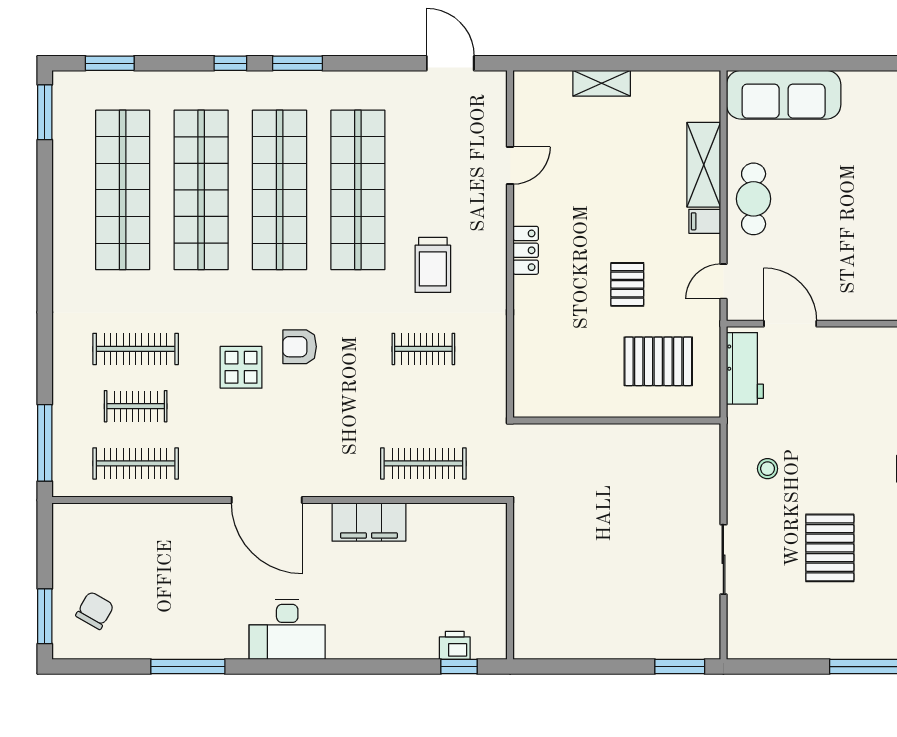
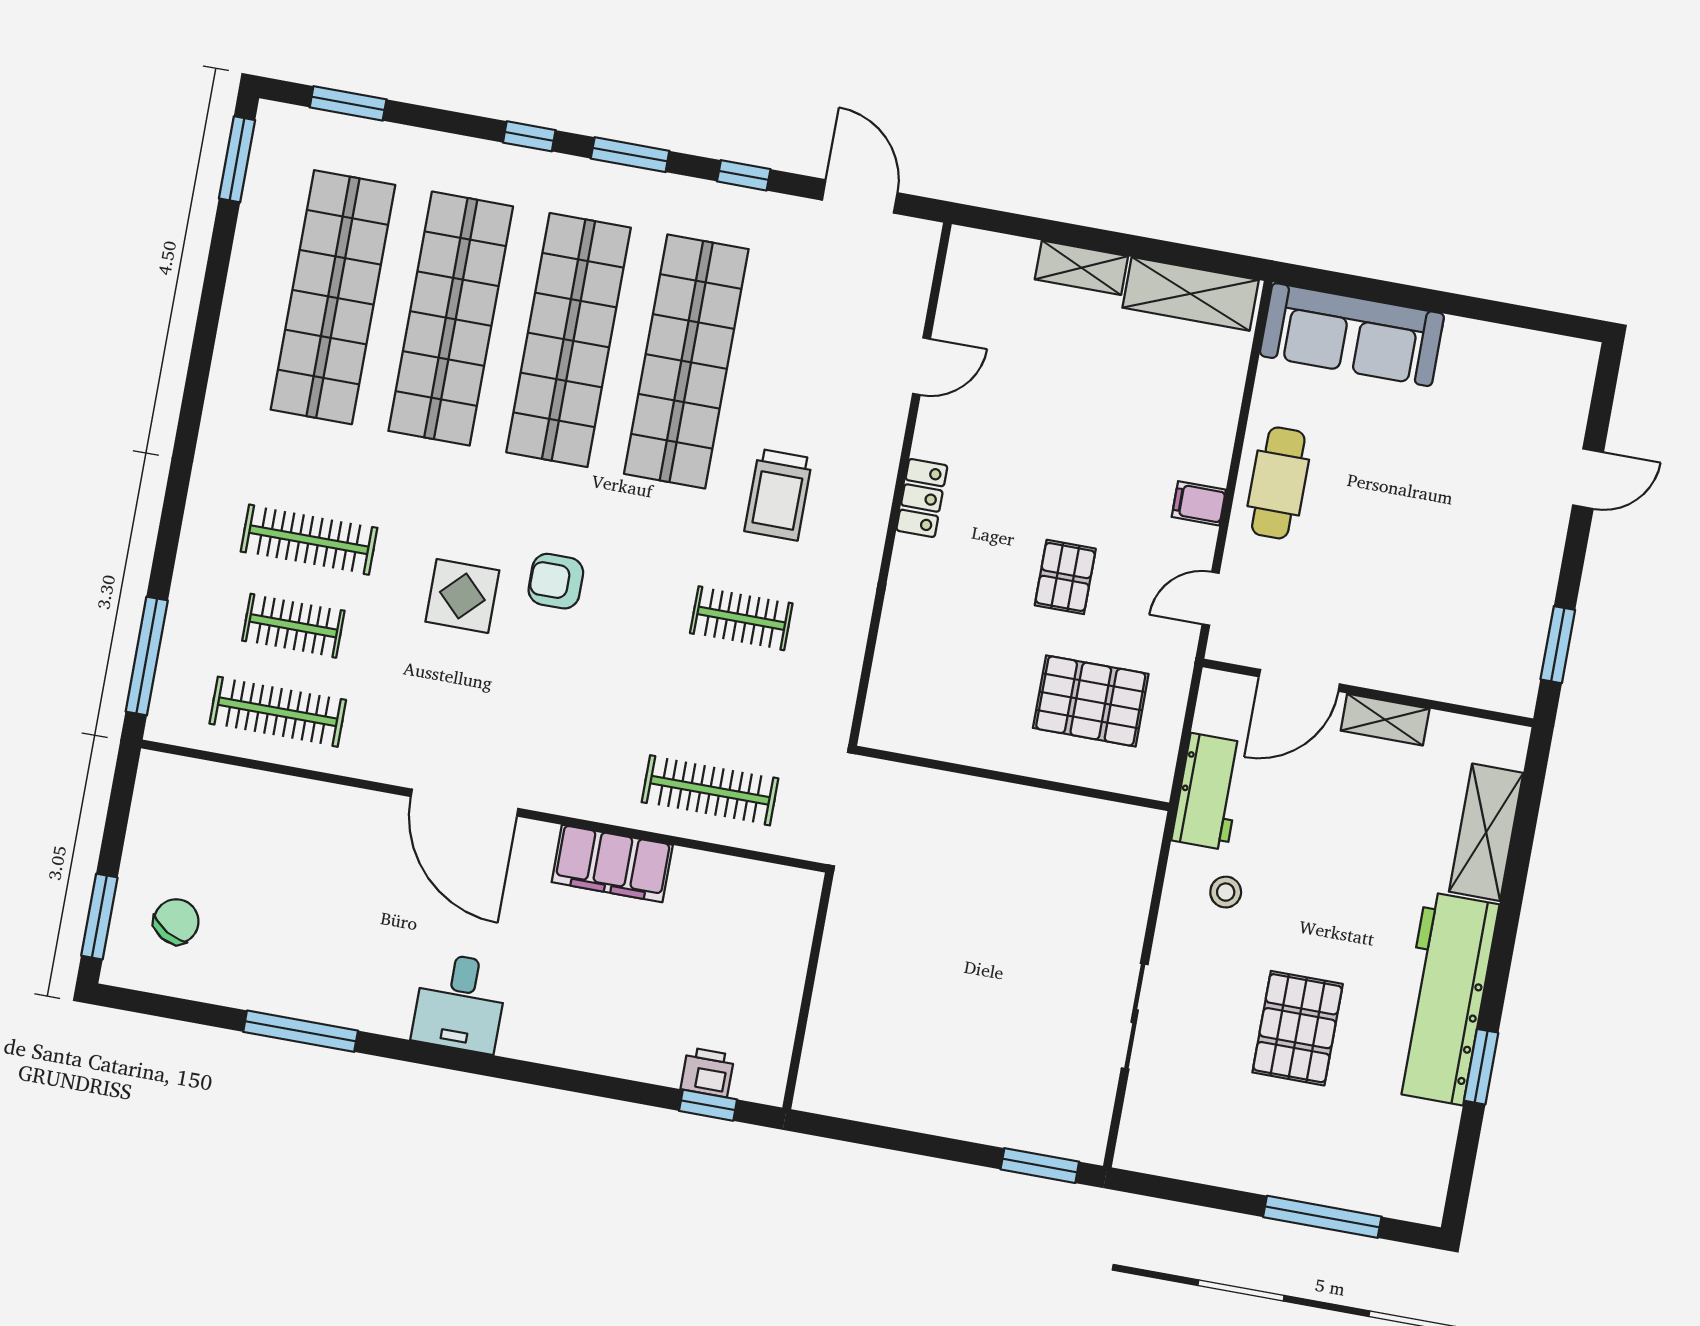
window: (373, 63) -> (744, 175), added
shelving: (704, 165) -> (1191, 294), moved, turned 90
door: (790, 324) -> (1299, 680), swing flipped
shelving: (850, 339) -> (1385, 720), added
workbench: (745, 368) -> (1209, 792), moved
desk: (287, 630) -> (460, 1003), width x0.73

